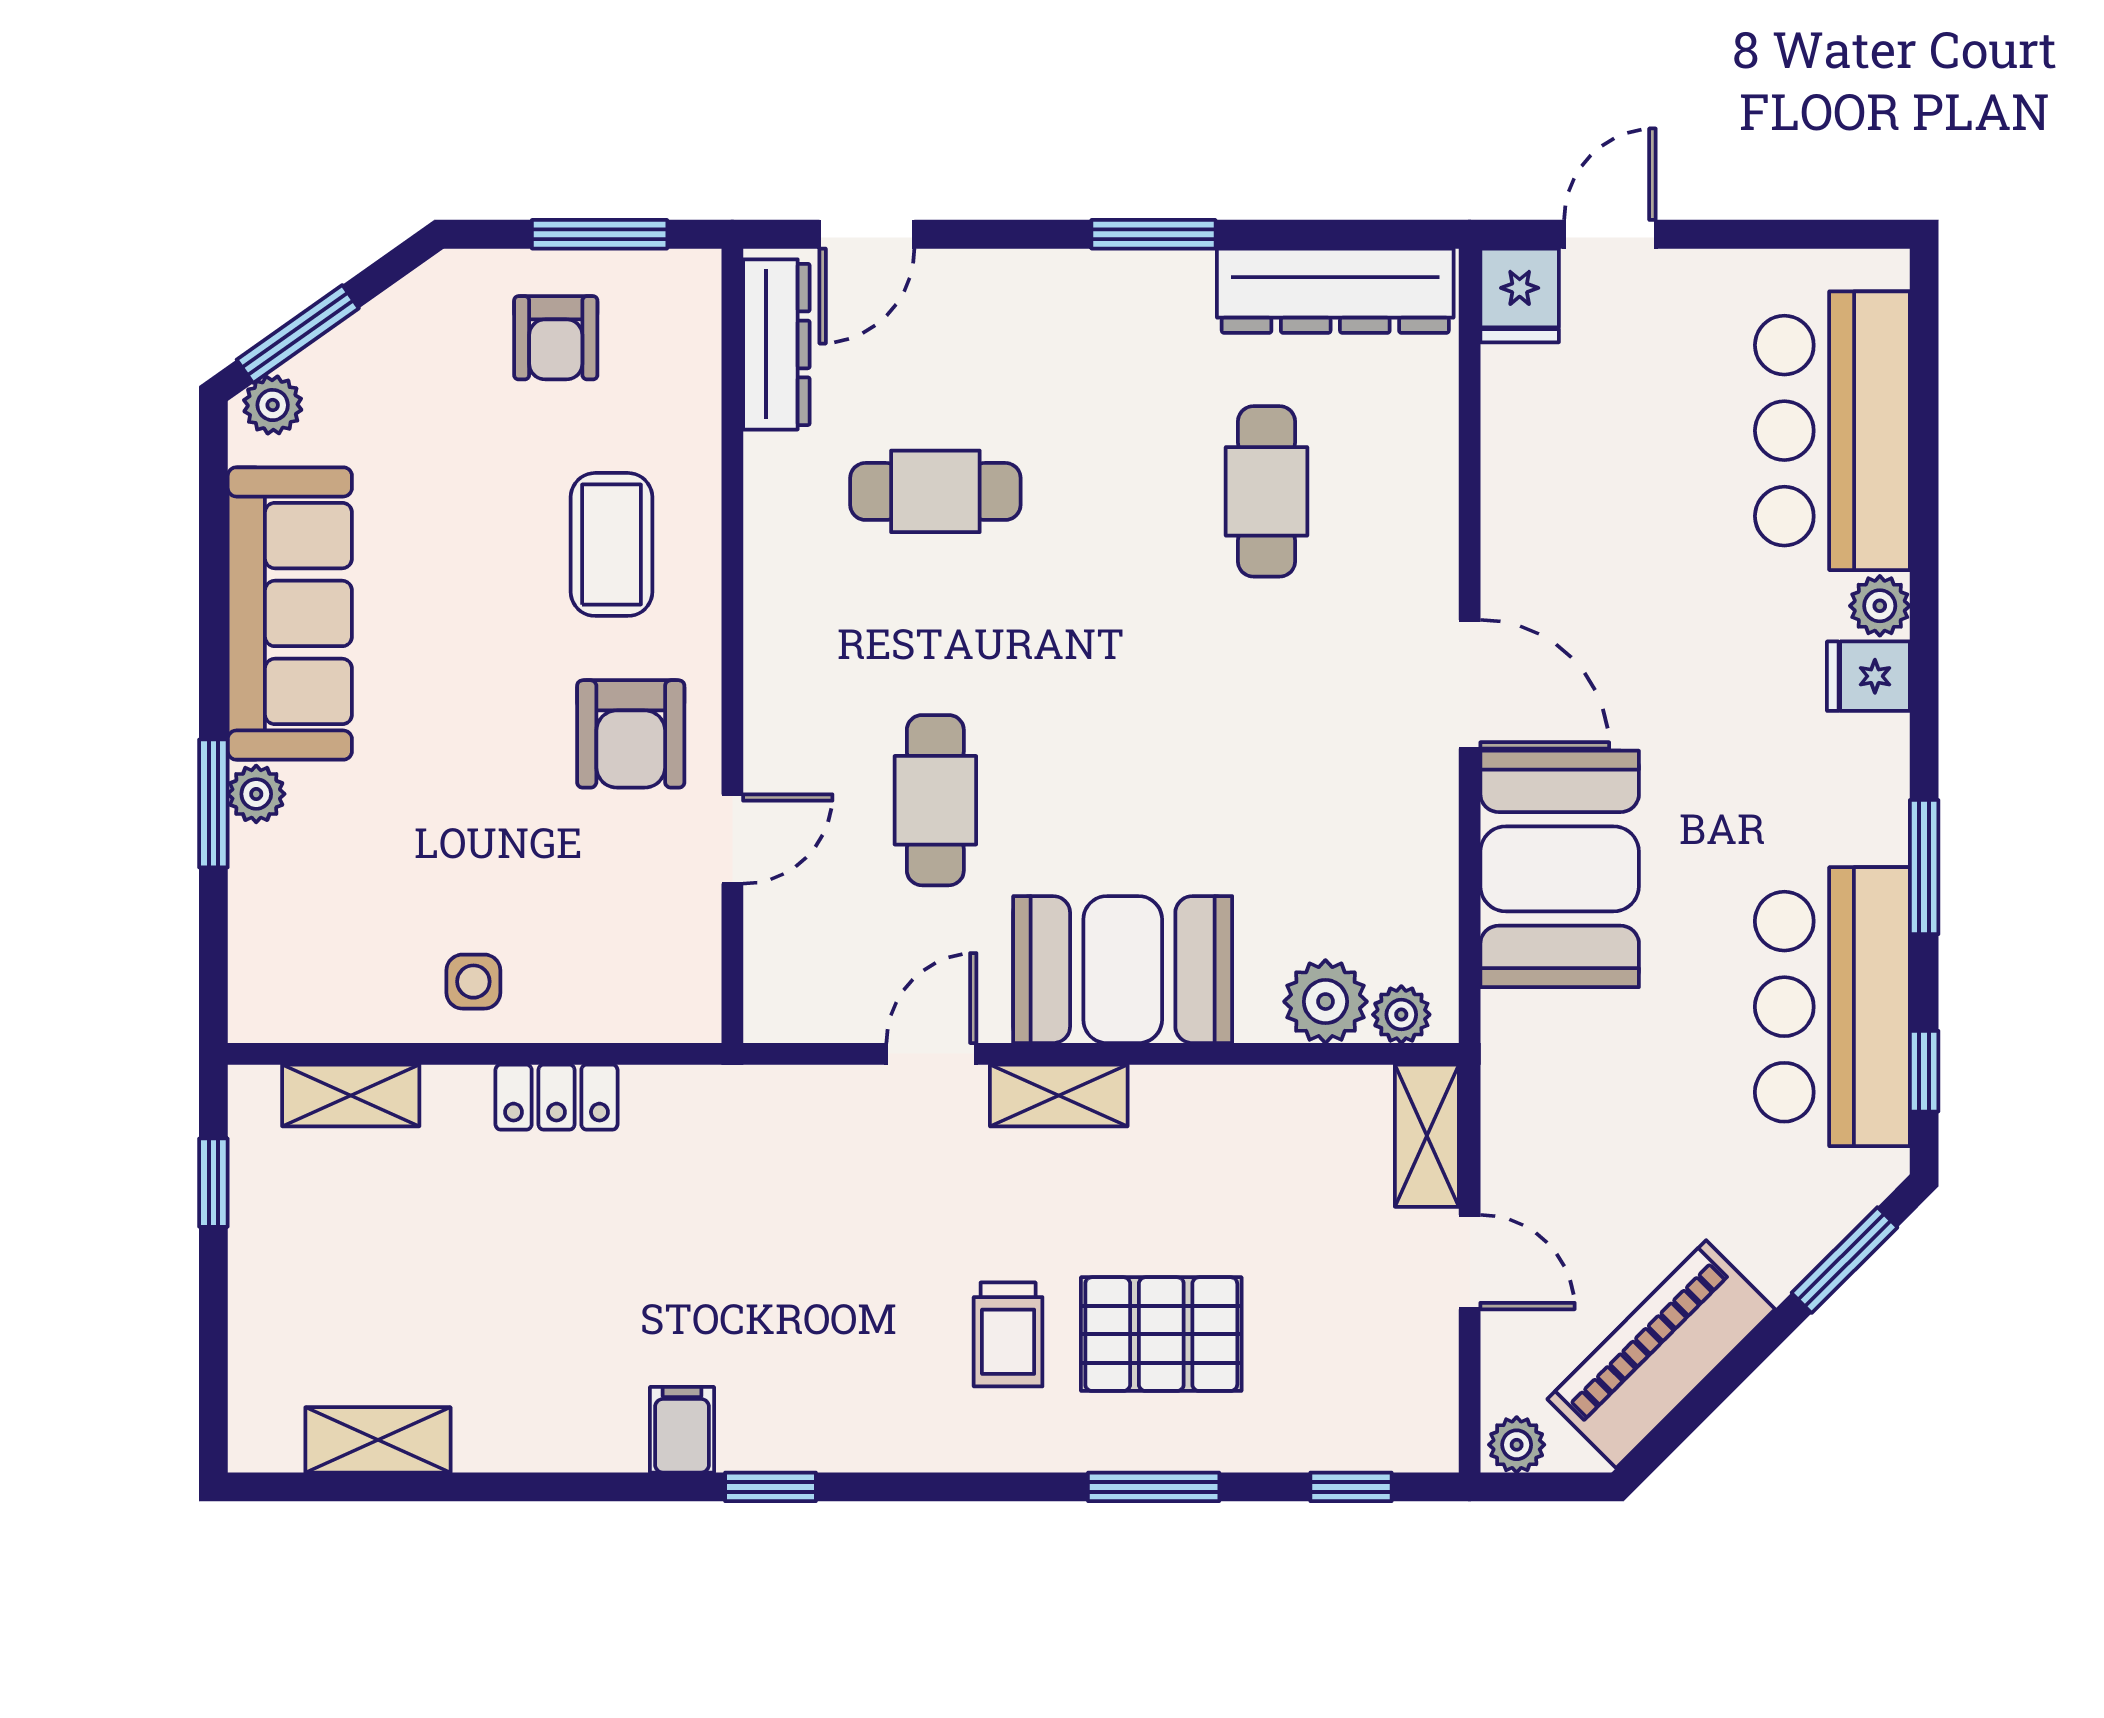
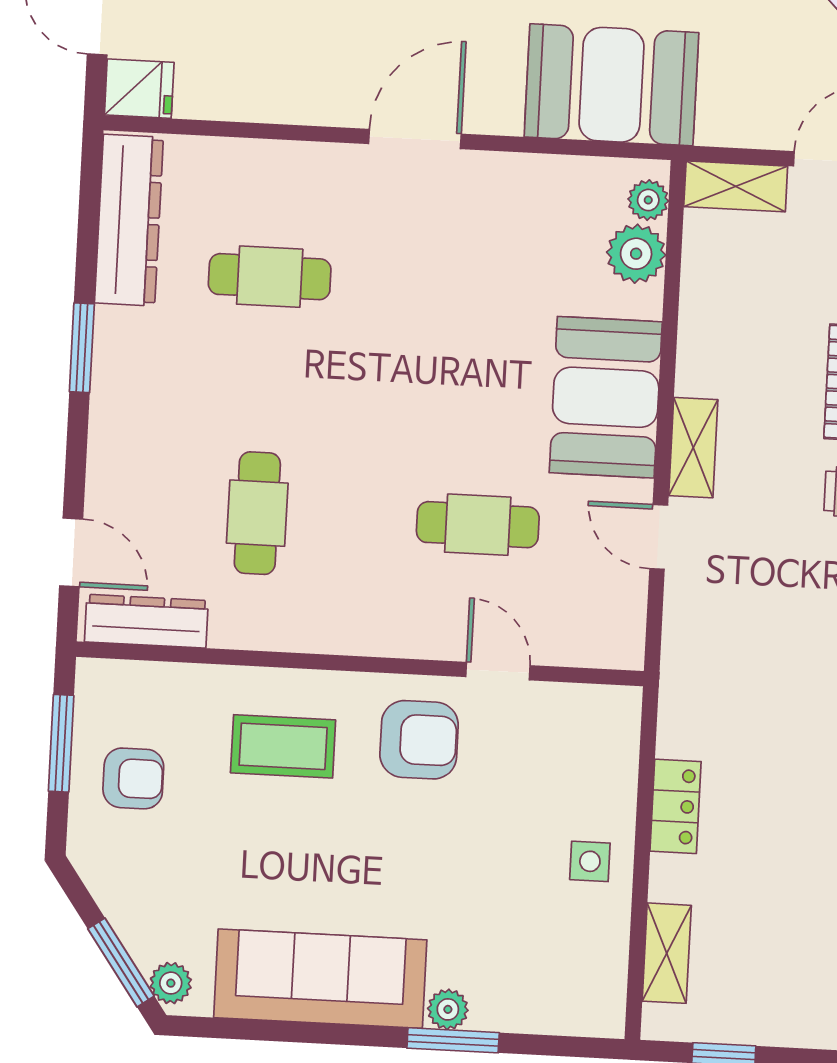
booth: (1560, 869) -> (611, 85), moved

